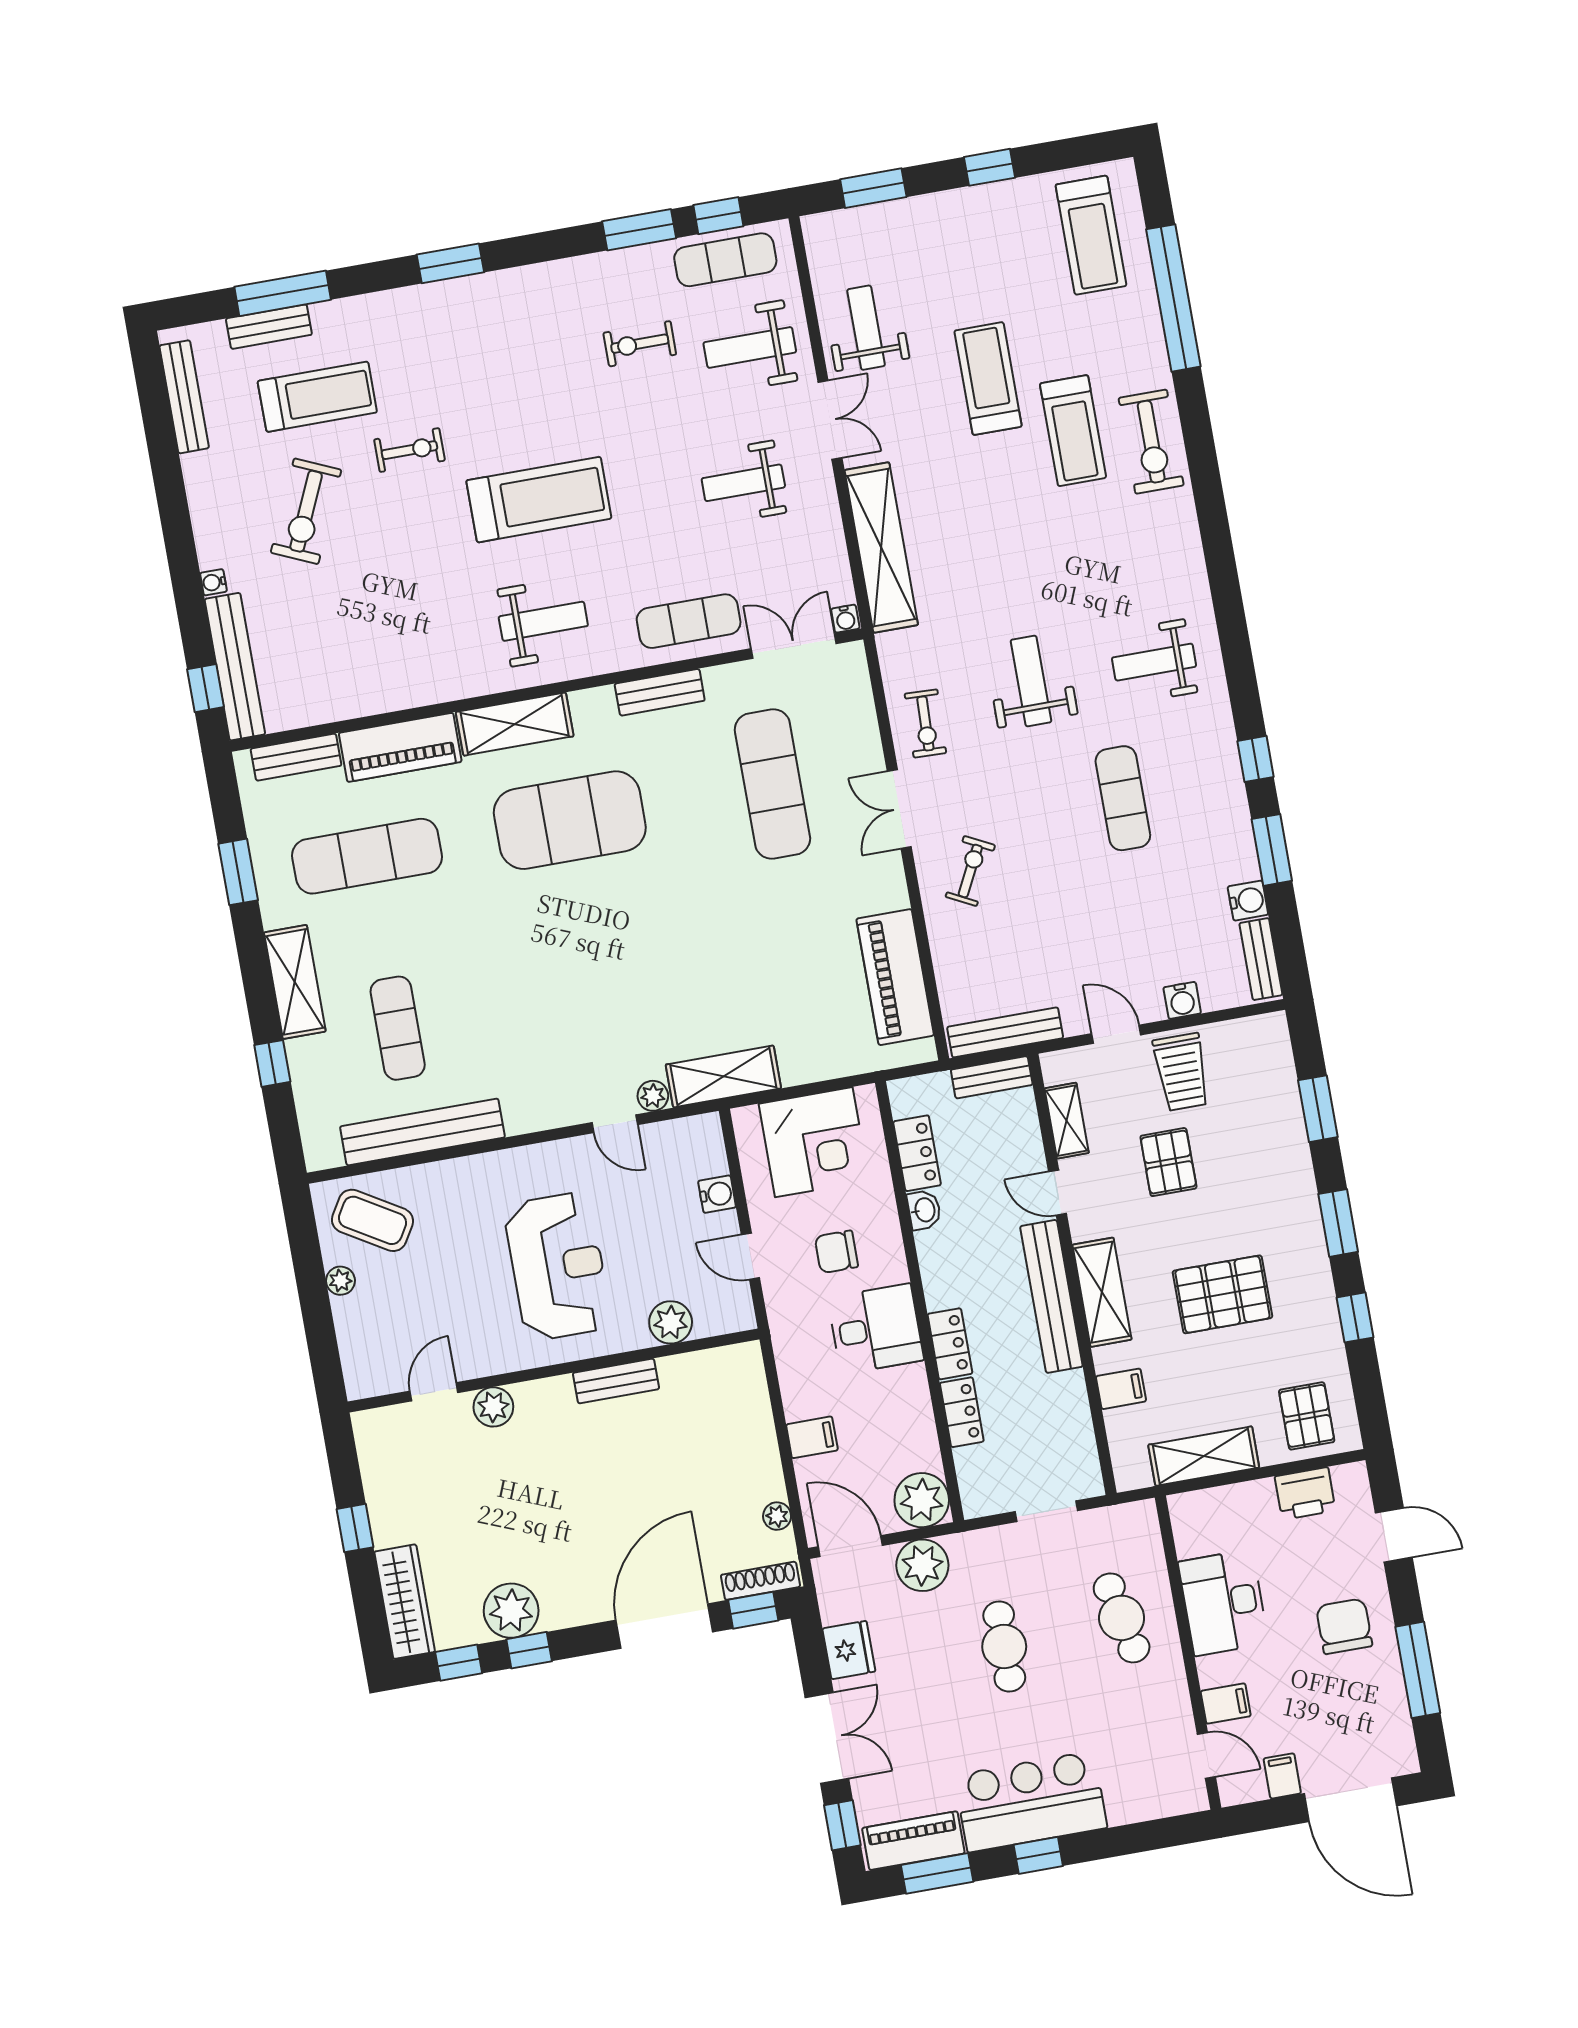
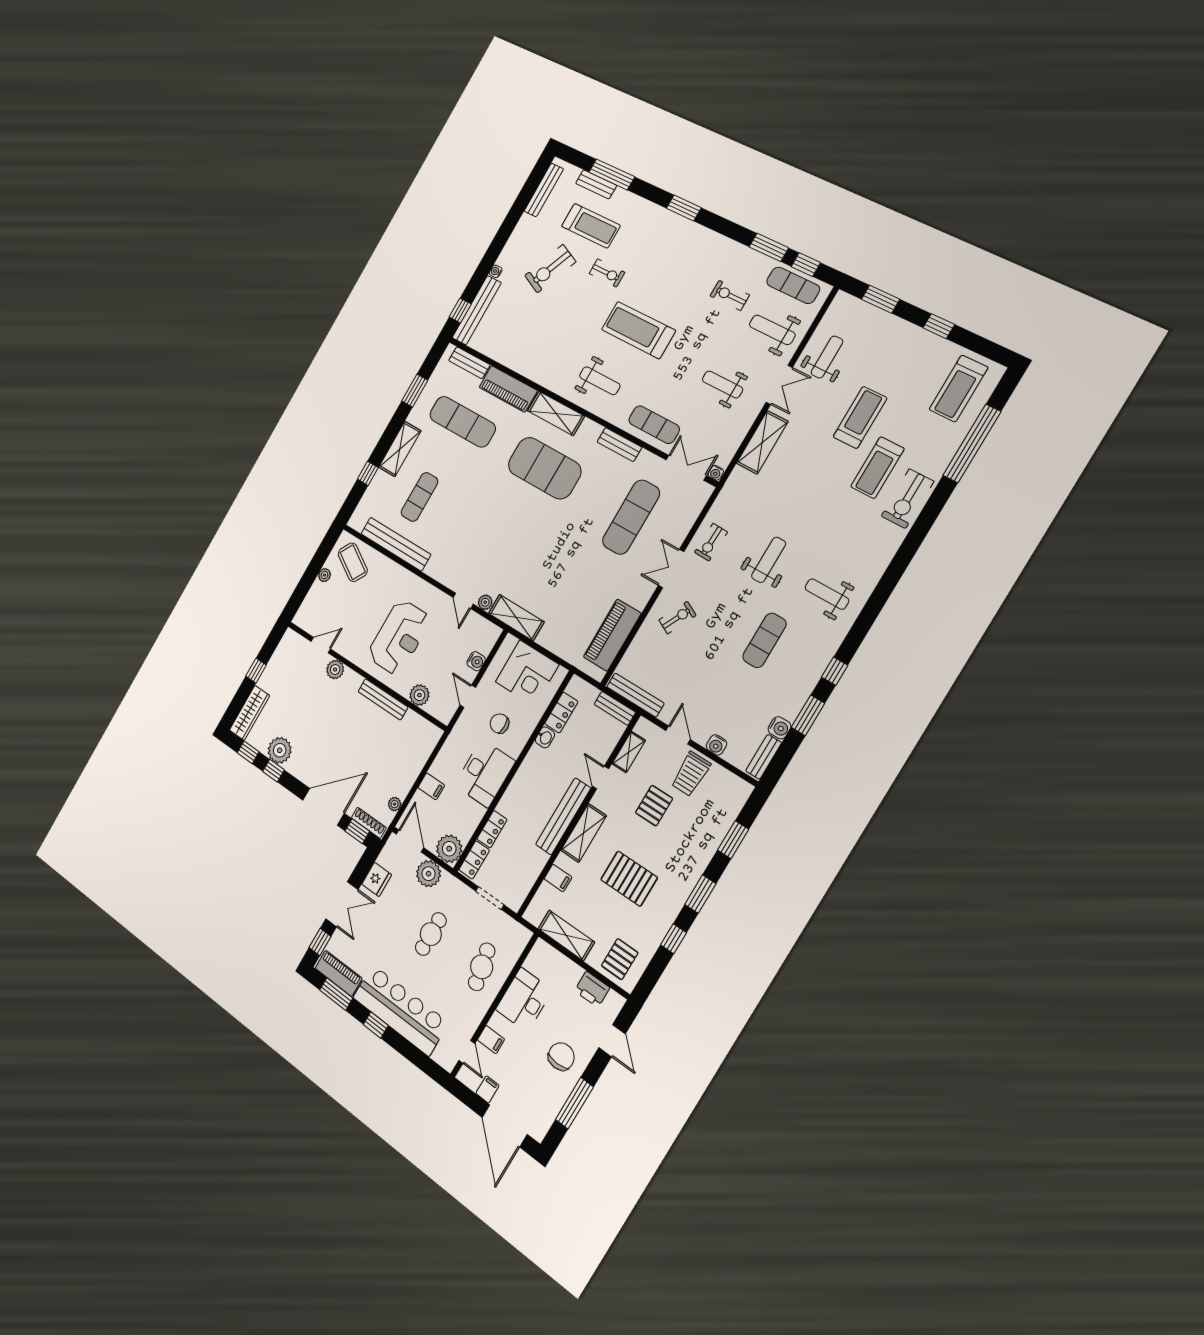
treadmill: (539, 500) -> (638, 330), turned 180
shelving: (881, 548) -> (762, 442), width x0.68
desk: (876, 1329) -> (485, 773), width x1.37
locker: (950, 1344) -> (474, 860), moved
bench: (616, 1381) -> (383, 699), width x1.36
bar counter: (1031, 1802) -> (400, 1010), width x1.36

